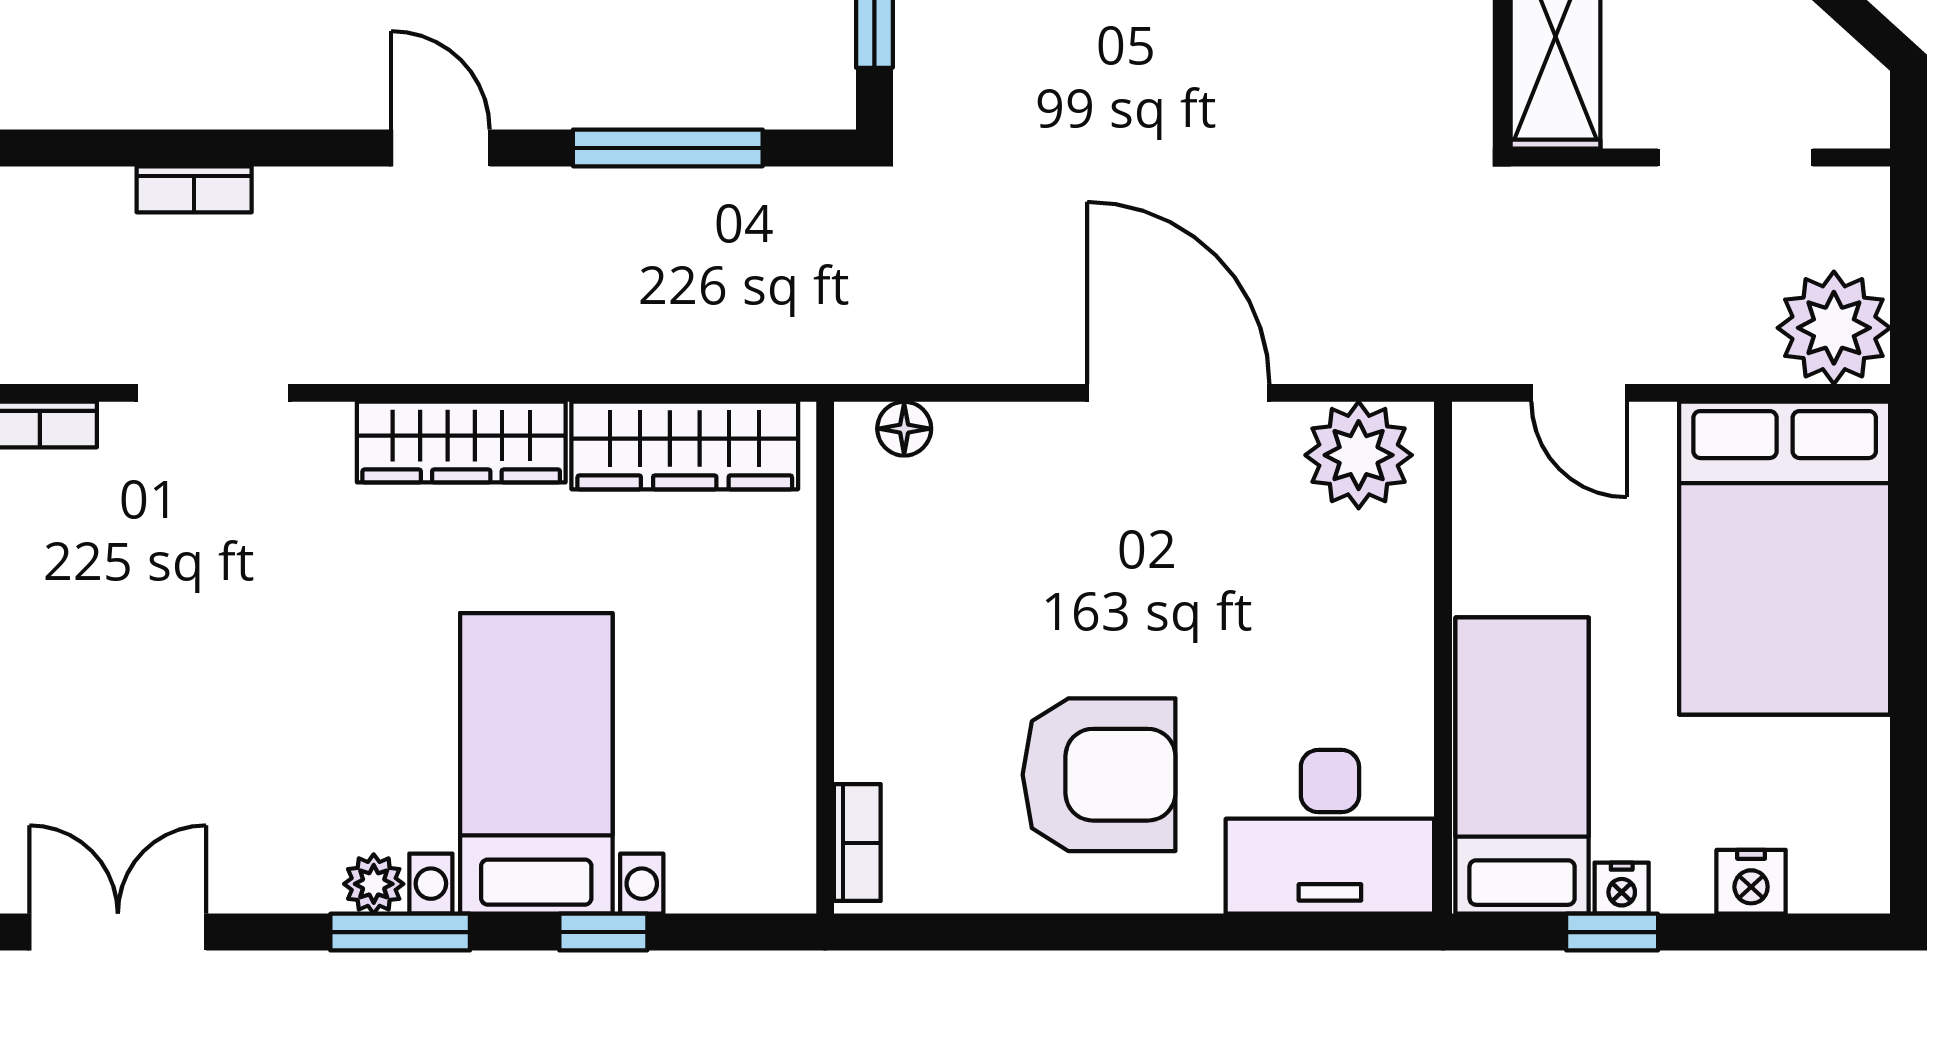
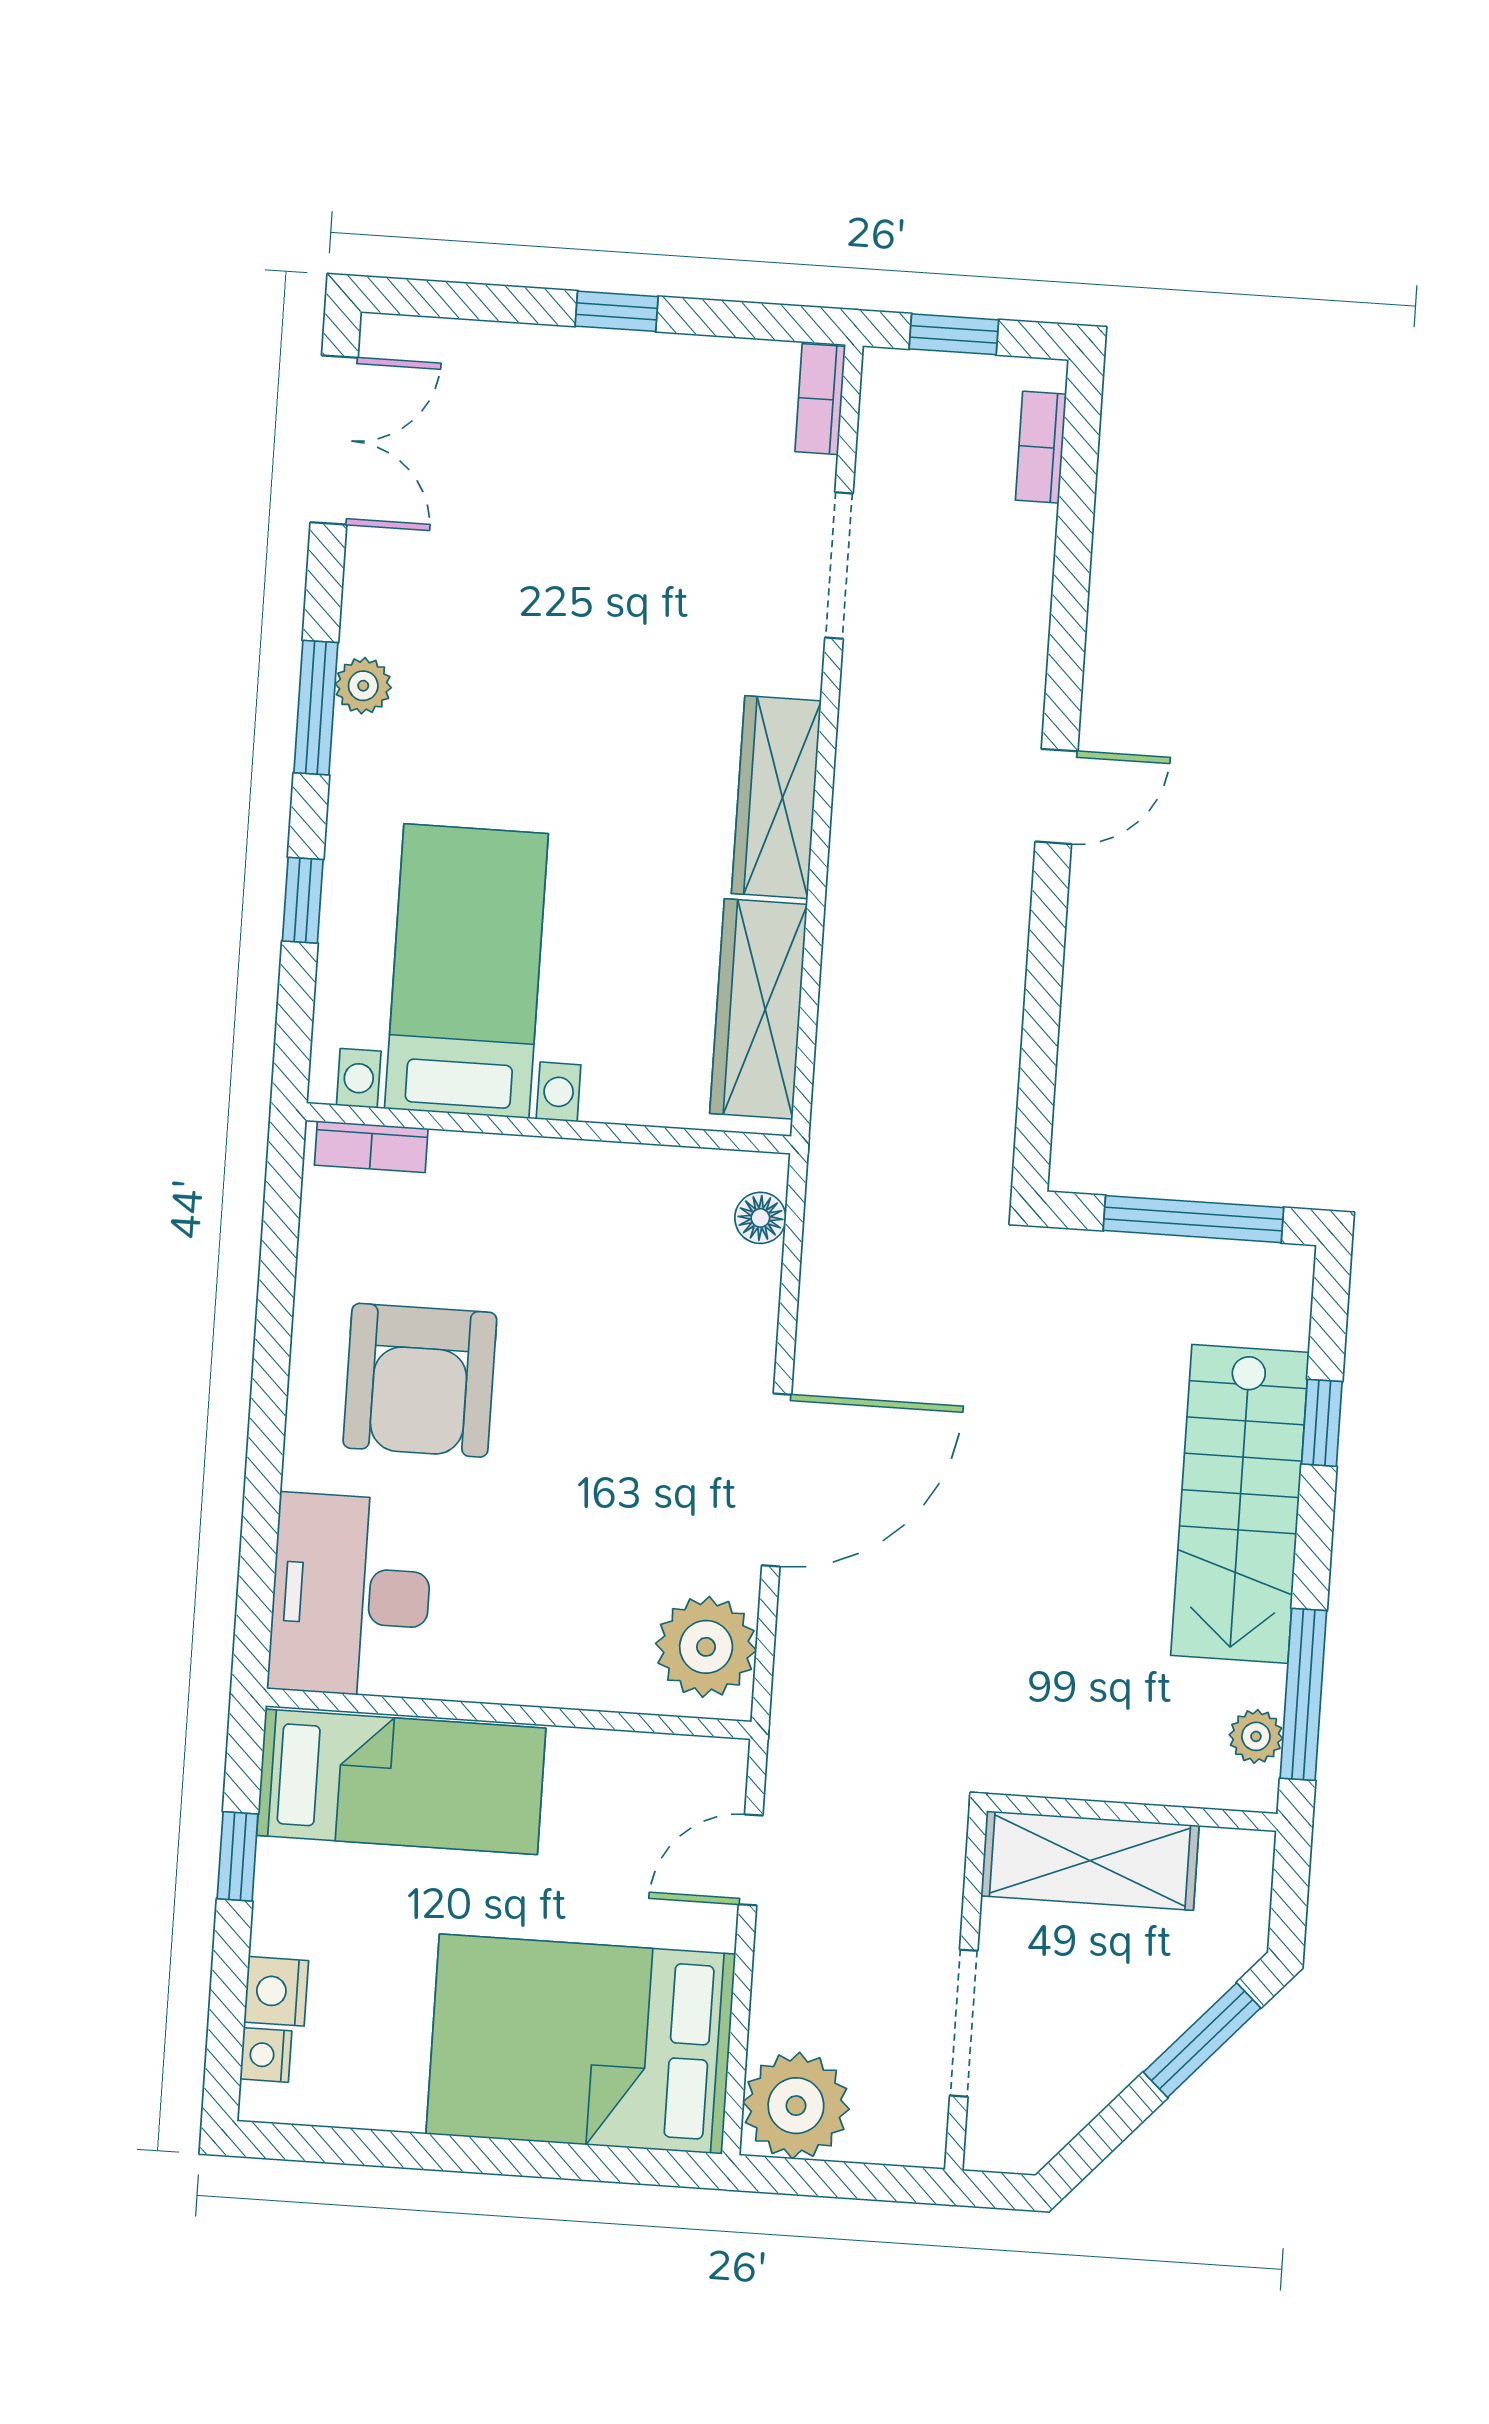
window: (668, 148) -> (1042, 1012), removed
bookcase: (194, 189) -> (1041, 447), moved
bed with nightstands: (536, 763) -> (466, 971), moved, turned -90
nightstand: (1622, 888) -> (266, 2055), moved

